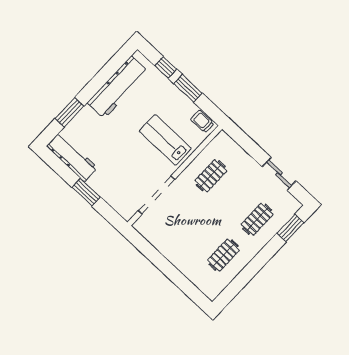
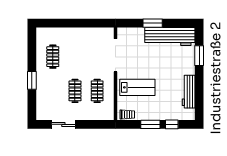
workbench: (118, 87) -> (189, 92), width x0.73, depth x0.76
workbench: (72, 157) -> (170, 37), width x1.36, depth x1.32
clothes rail: (257, 219) -> (75, 91), moved
window: (290, 228) -> (32, 80), moved

